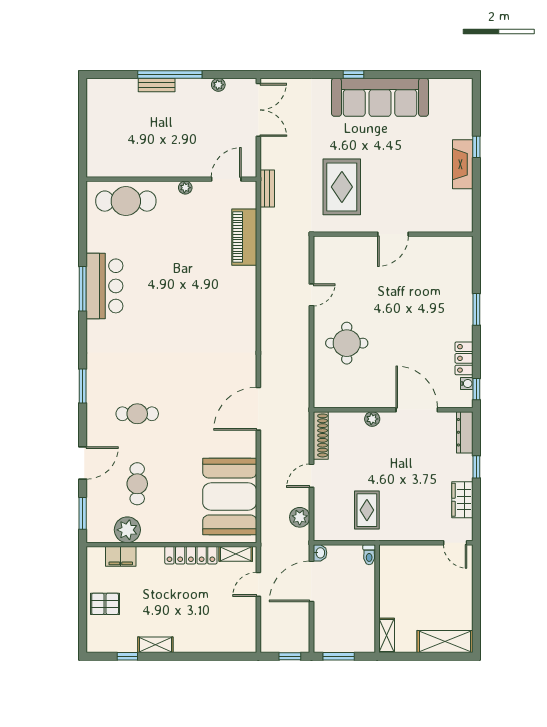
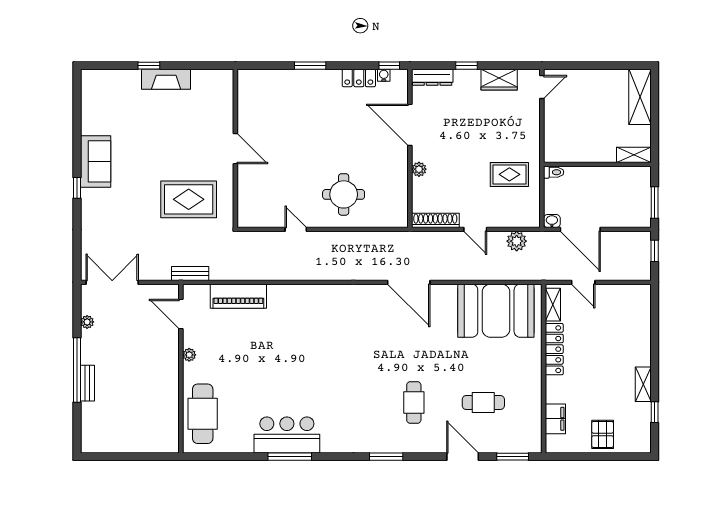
sofa: (380, 97) -> (96, 161), width x0.54, depth x0.79
door: (417, 410) -> (410, 125), hinge flipped
plant: (127, 530) -> (529, 412), removed

